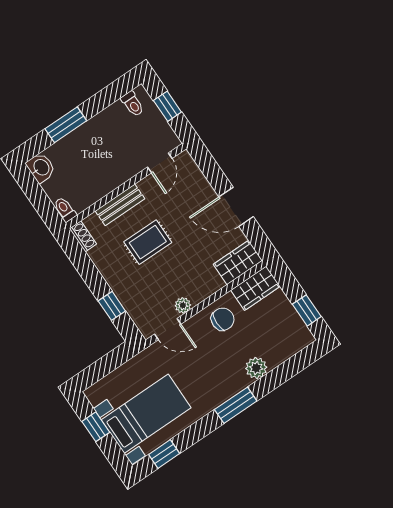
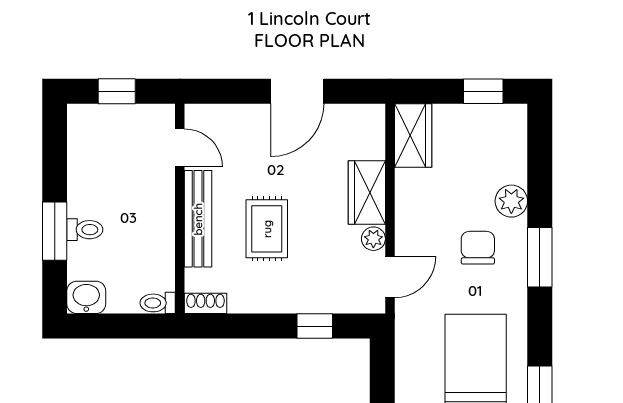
toilet: (133, 104) -> (85, 230), moved
bench: (120, 205) -> (198, 219), width x1.36
wardrobe: (238, 262) -> (367, 193), moved
chair: (223, 319) -> (478, 248), moved

